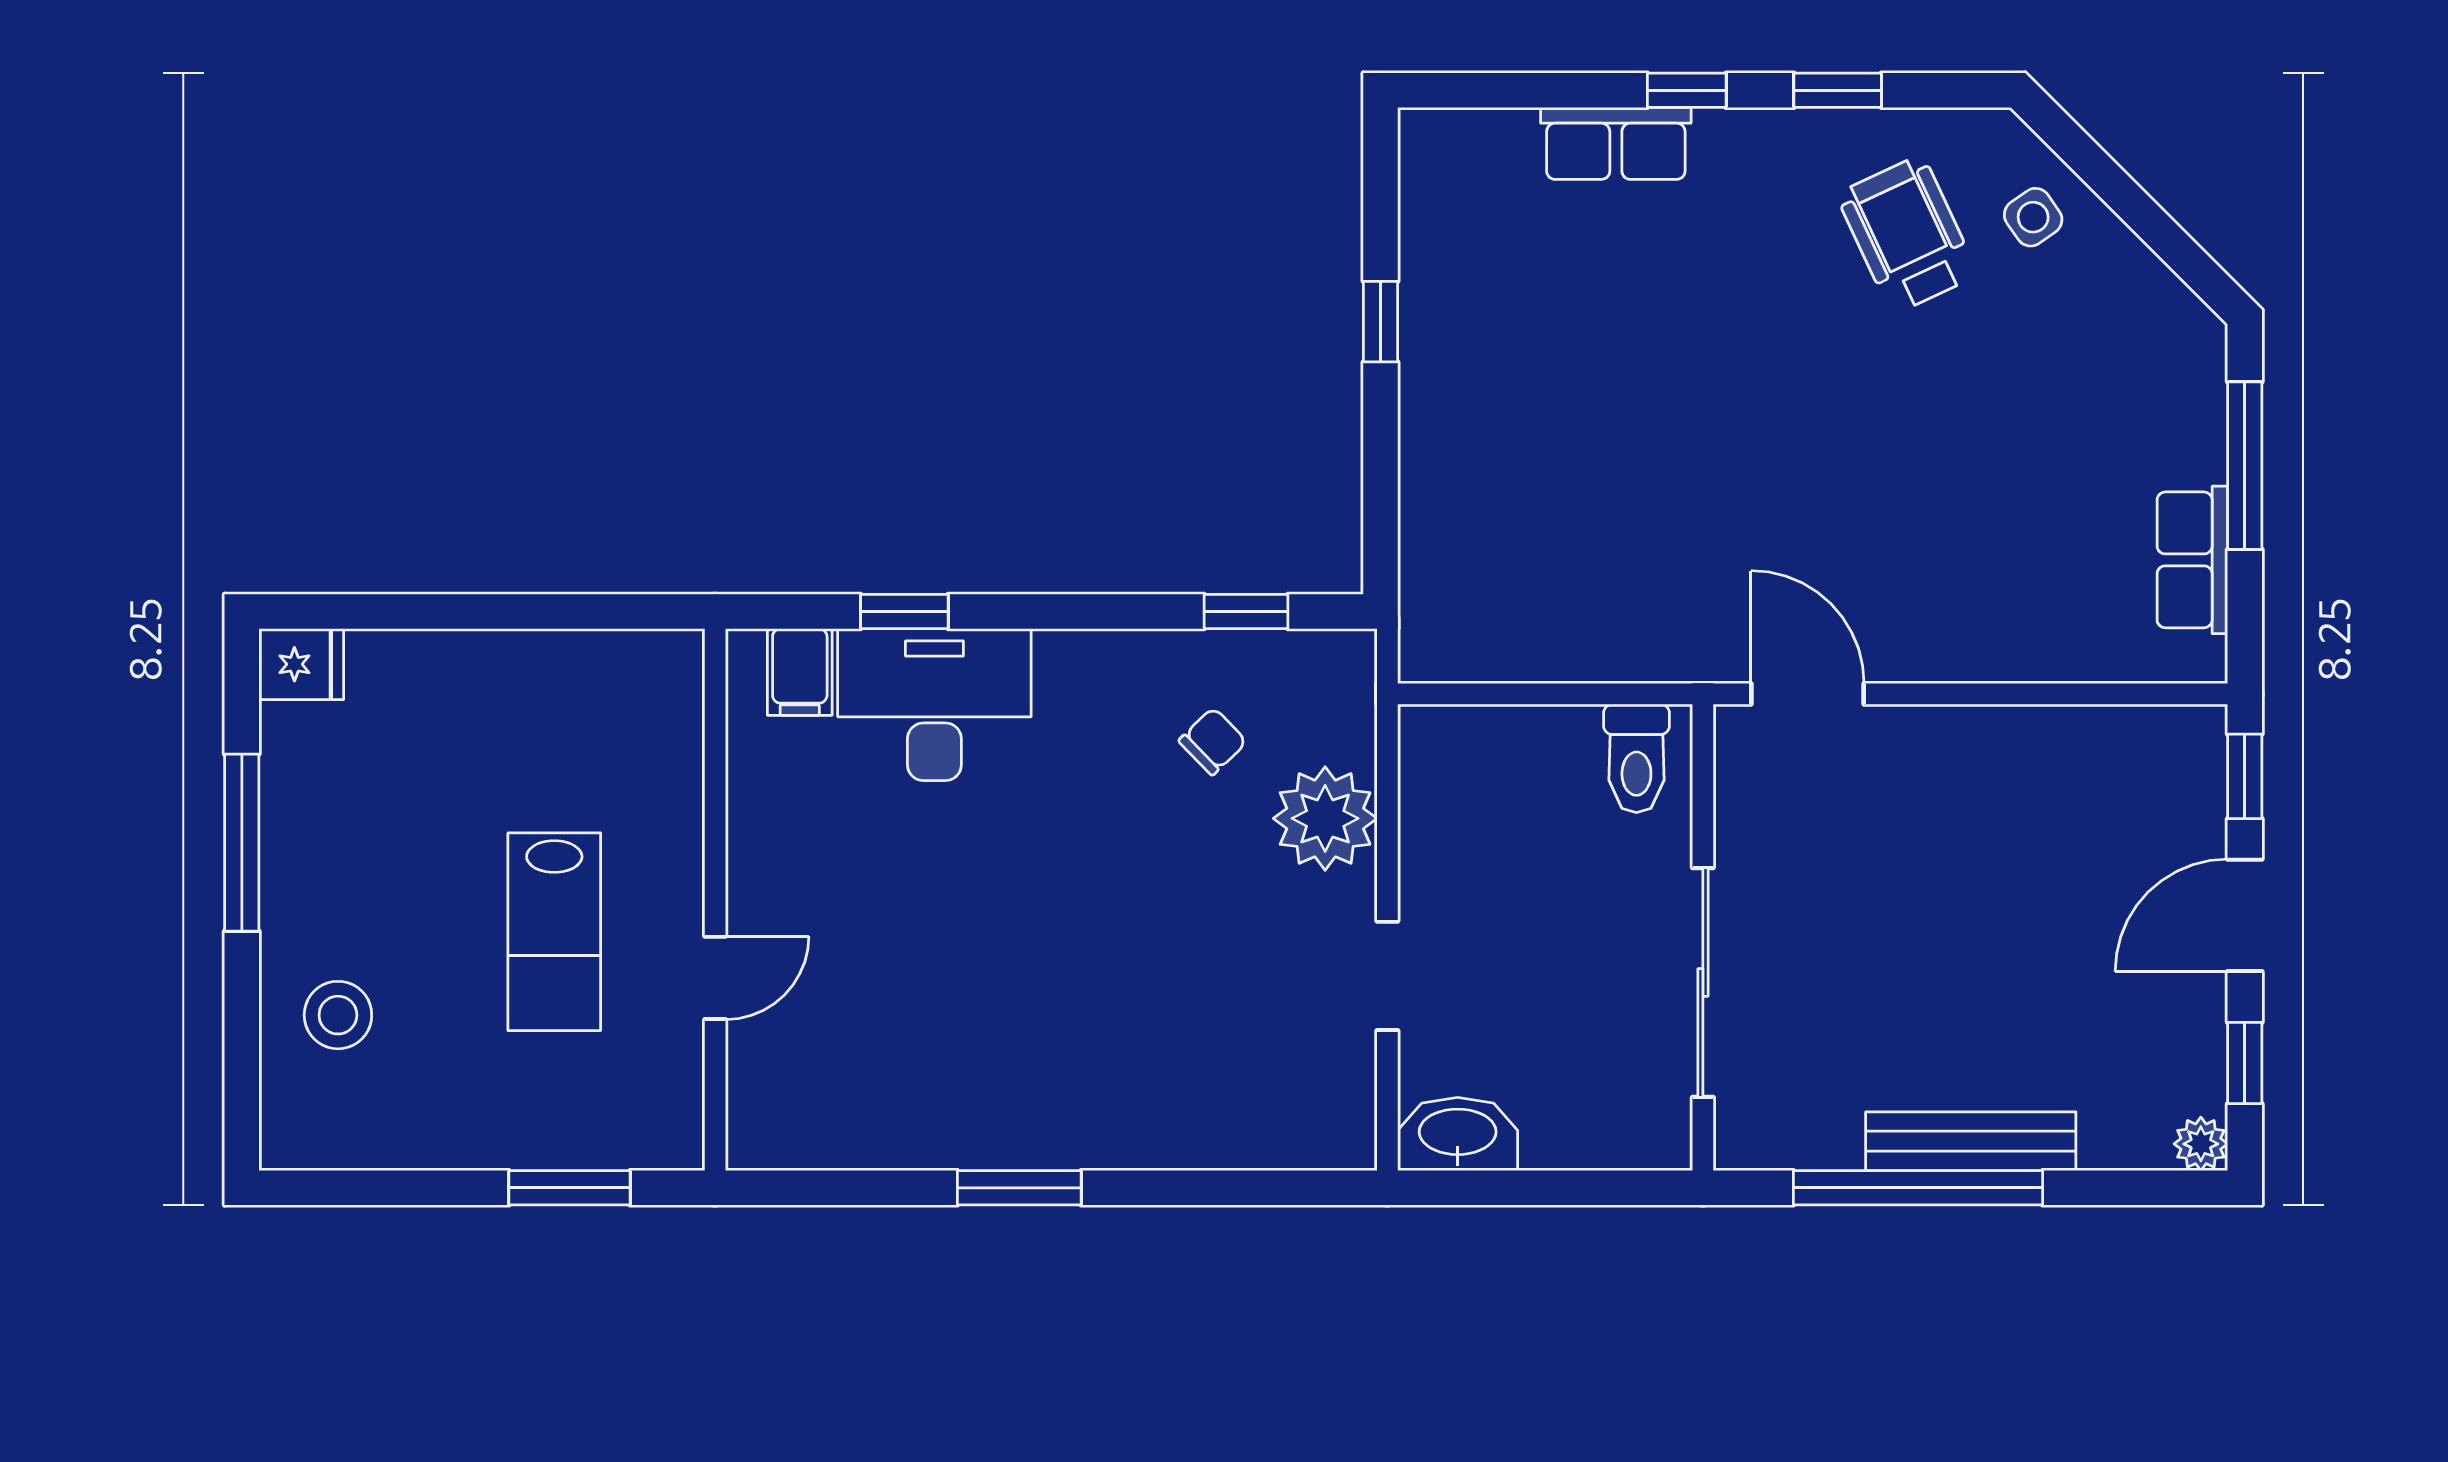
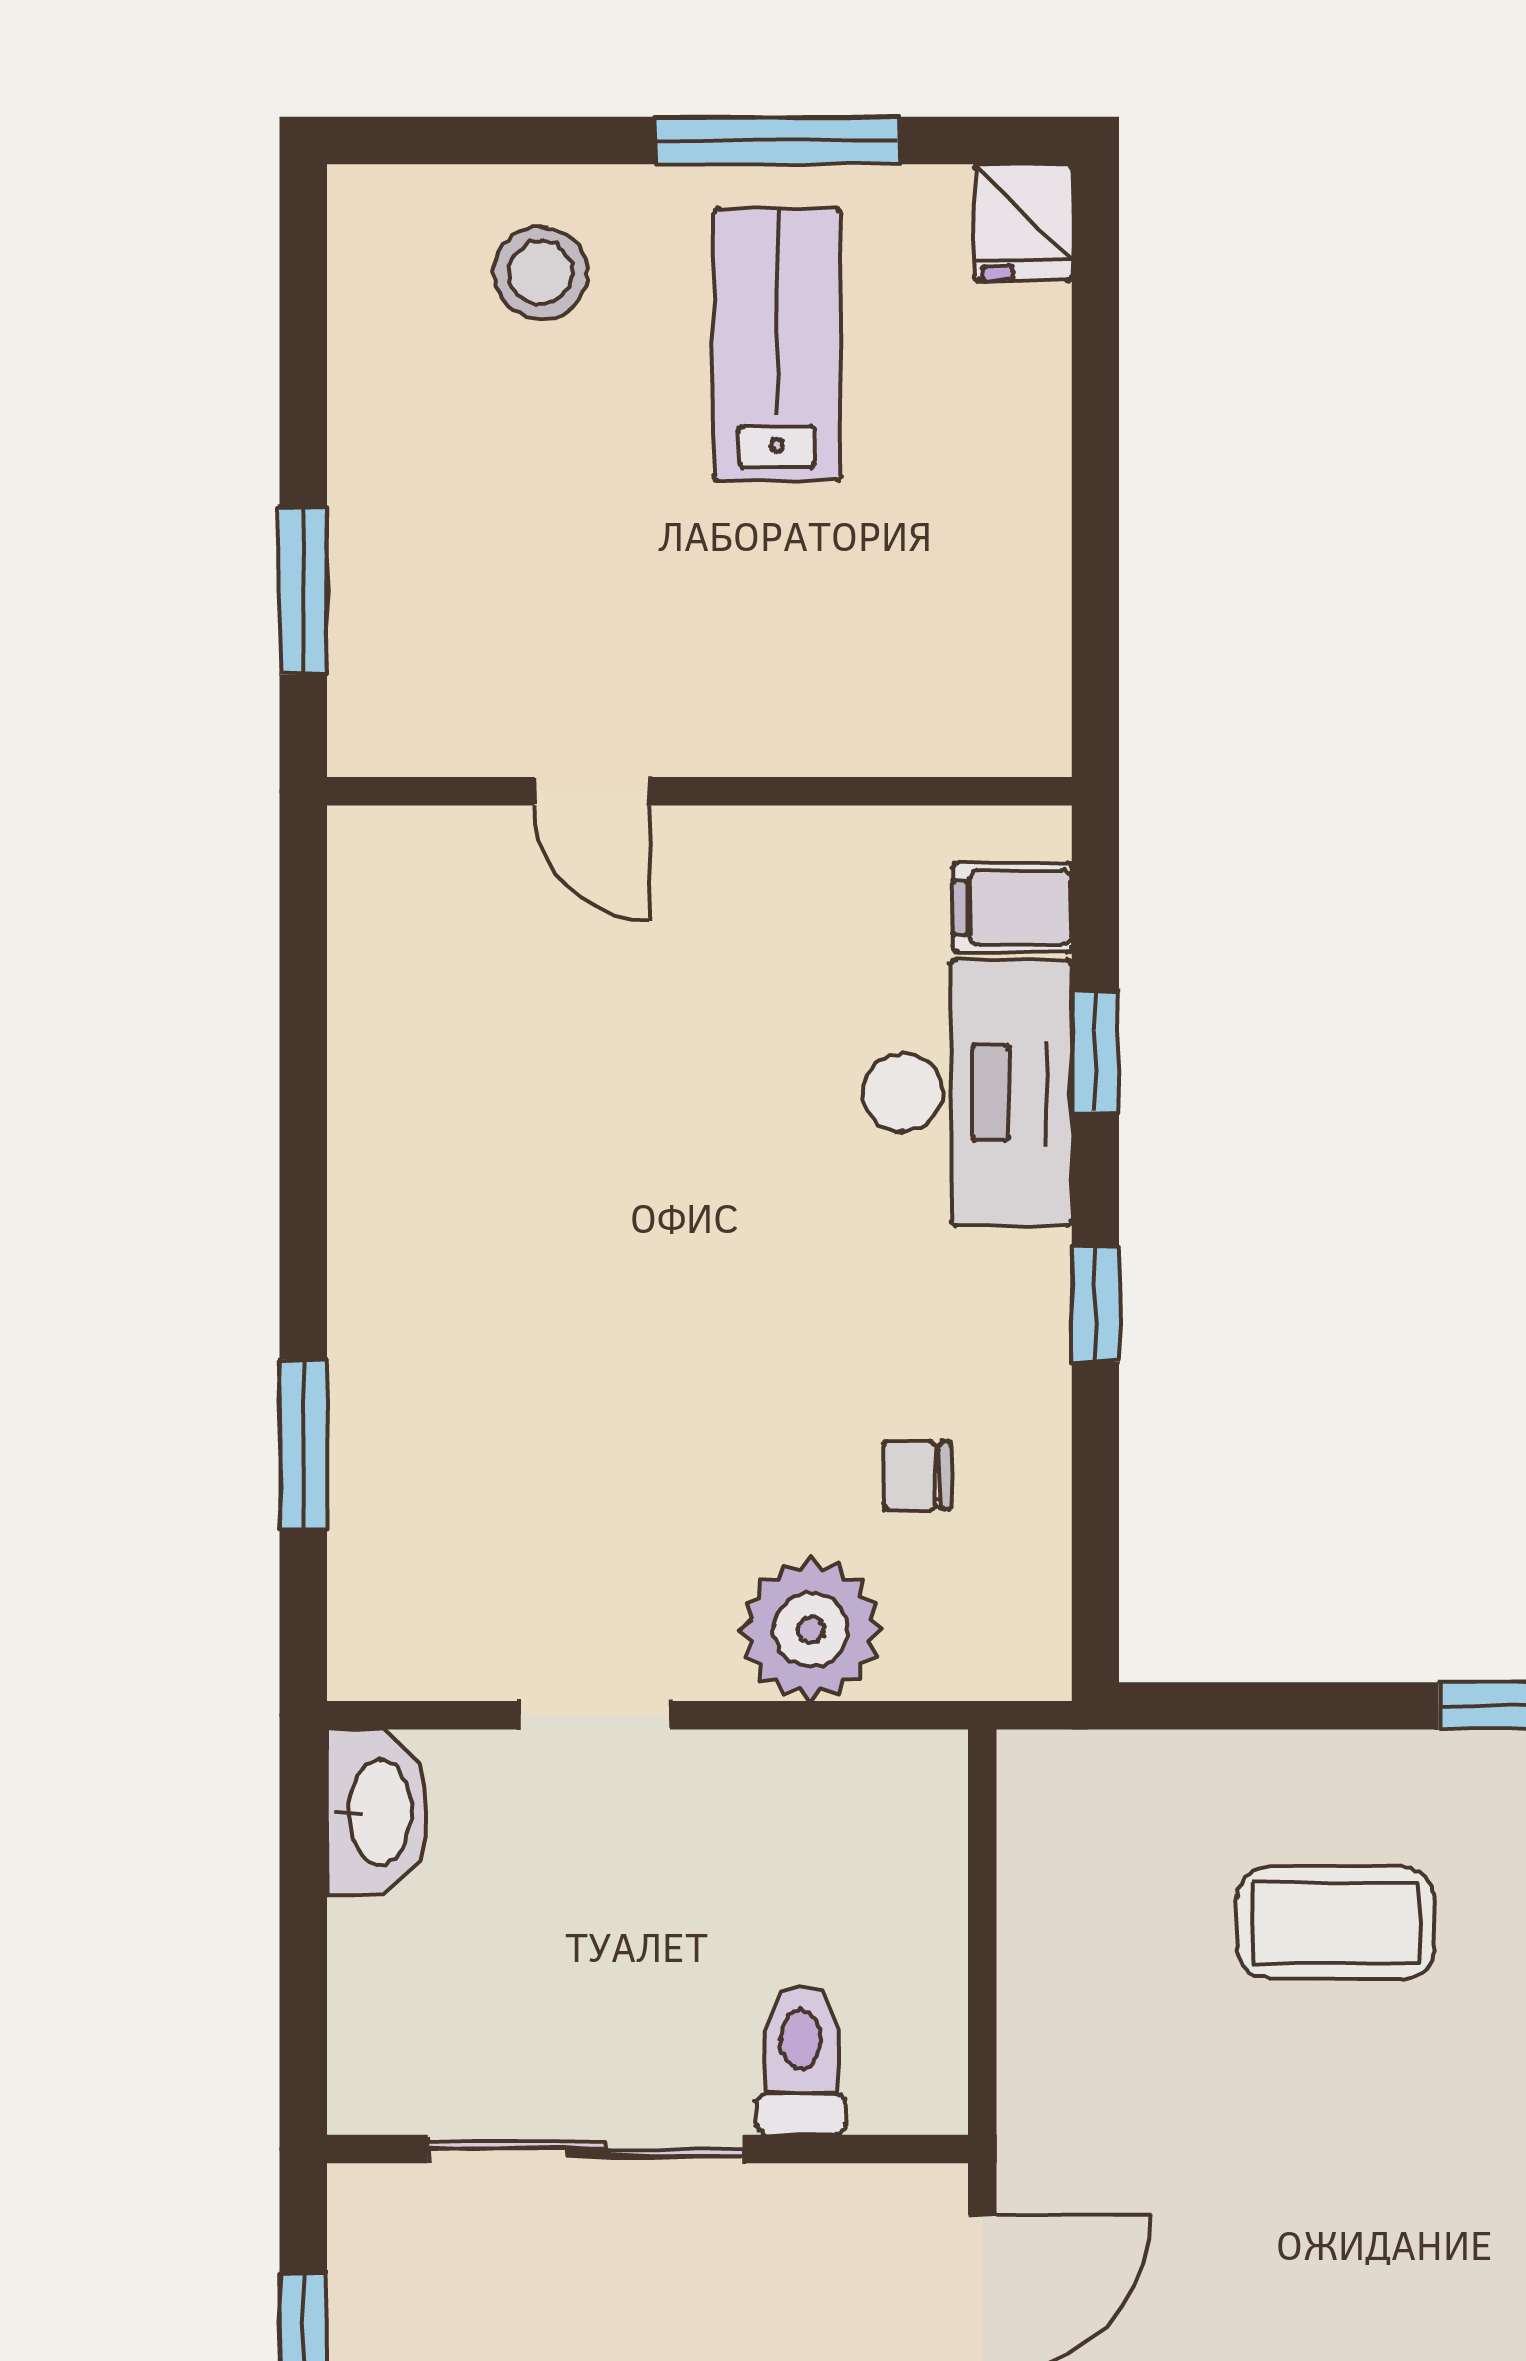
coffee table: (1538, 437) -> (1336, 1923), added
window: (1246, 612) -> (1095, 1304), moved
chair: (1213, 741) -> (917, 1475), turned 134
toilet: (1636, 758) -> (800, 2060), moved, turned 90
lab bench: (554, 932) -> (777, 345), moved, turned 90
window: (1019, 1188) -> (303, 1445), moved

